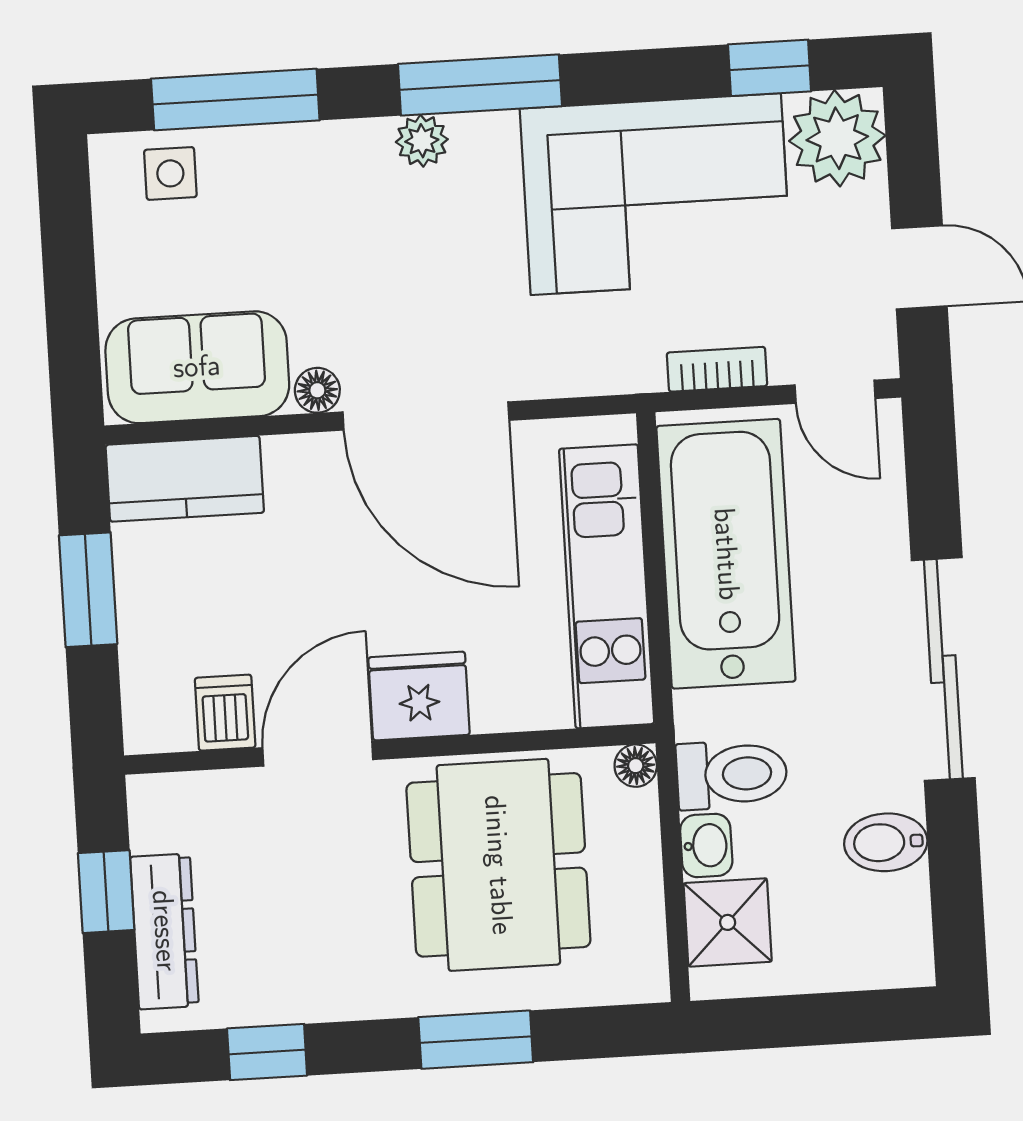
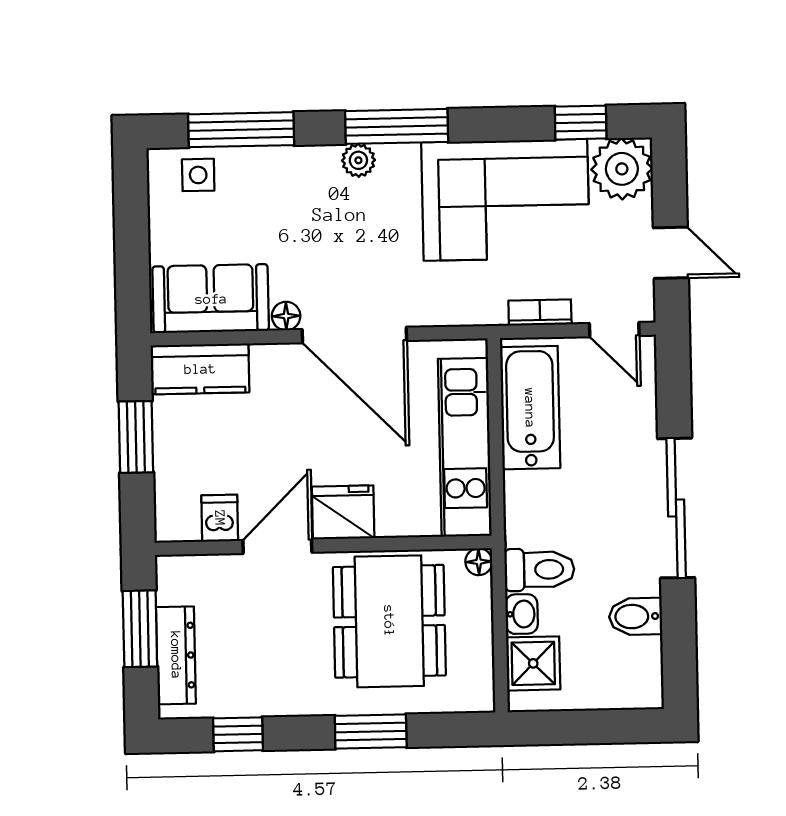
bathtub: (726, 554) -> (530, 408), width x0.73, depth x0.73
window: (106, 892) -> (140, 629), width x1.50

